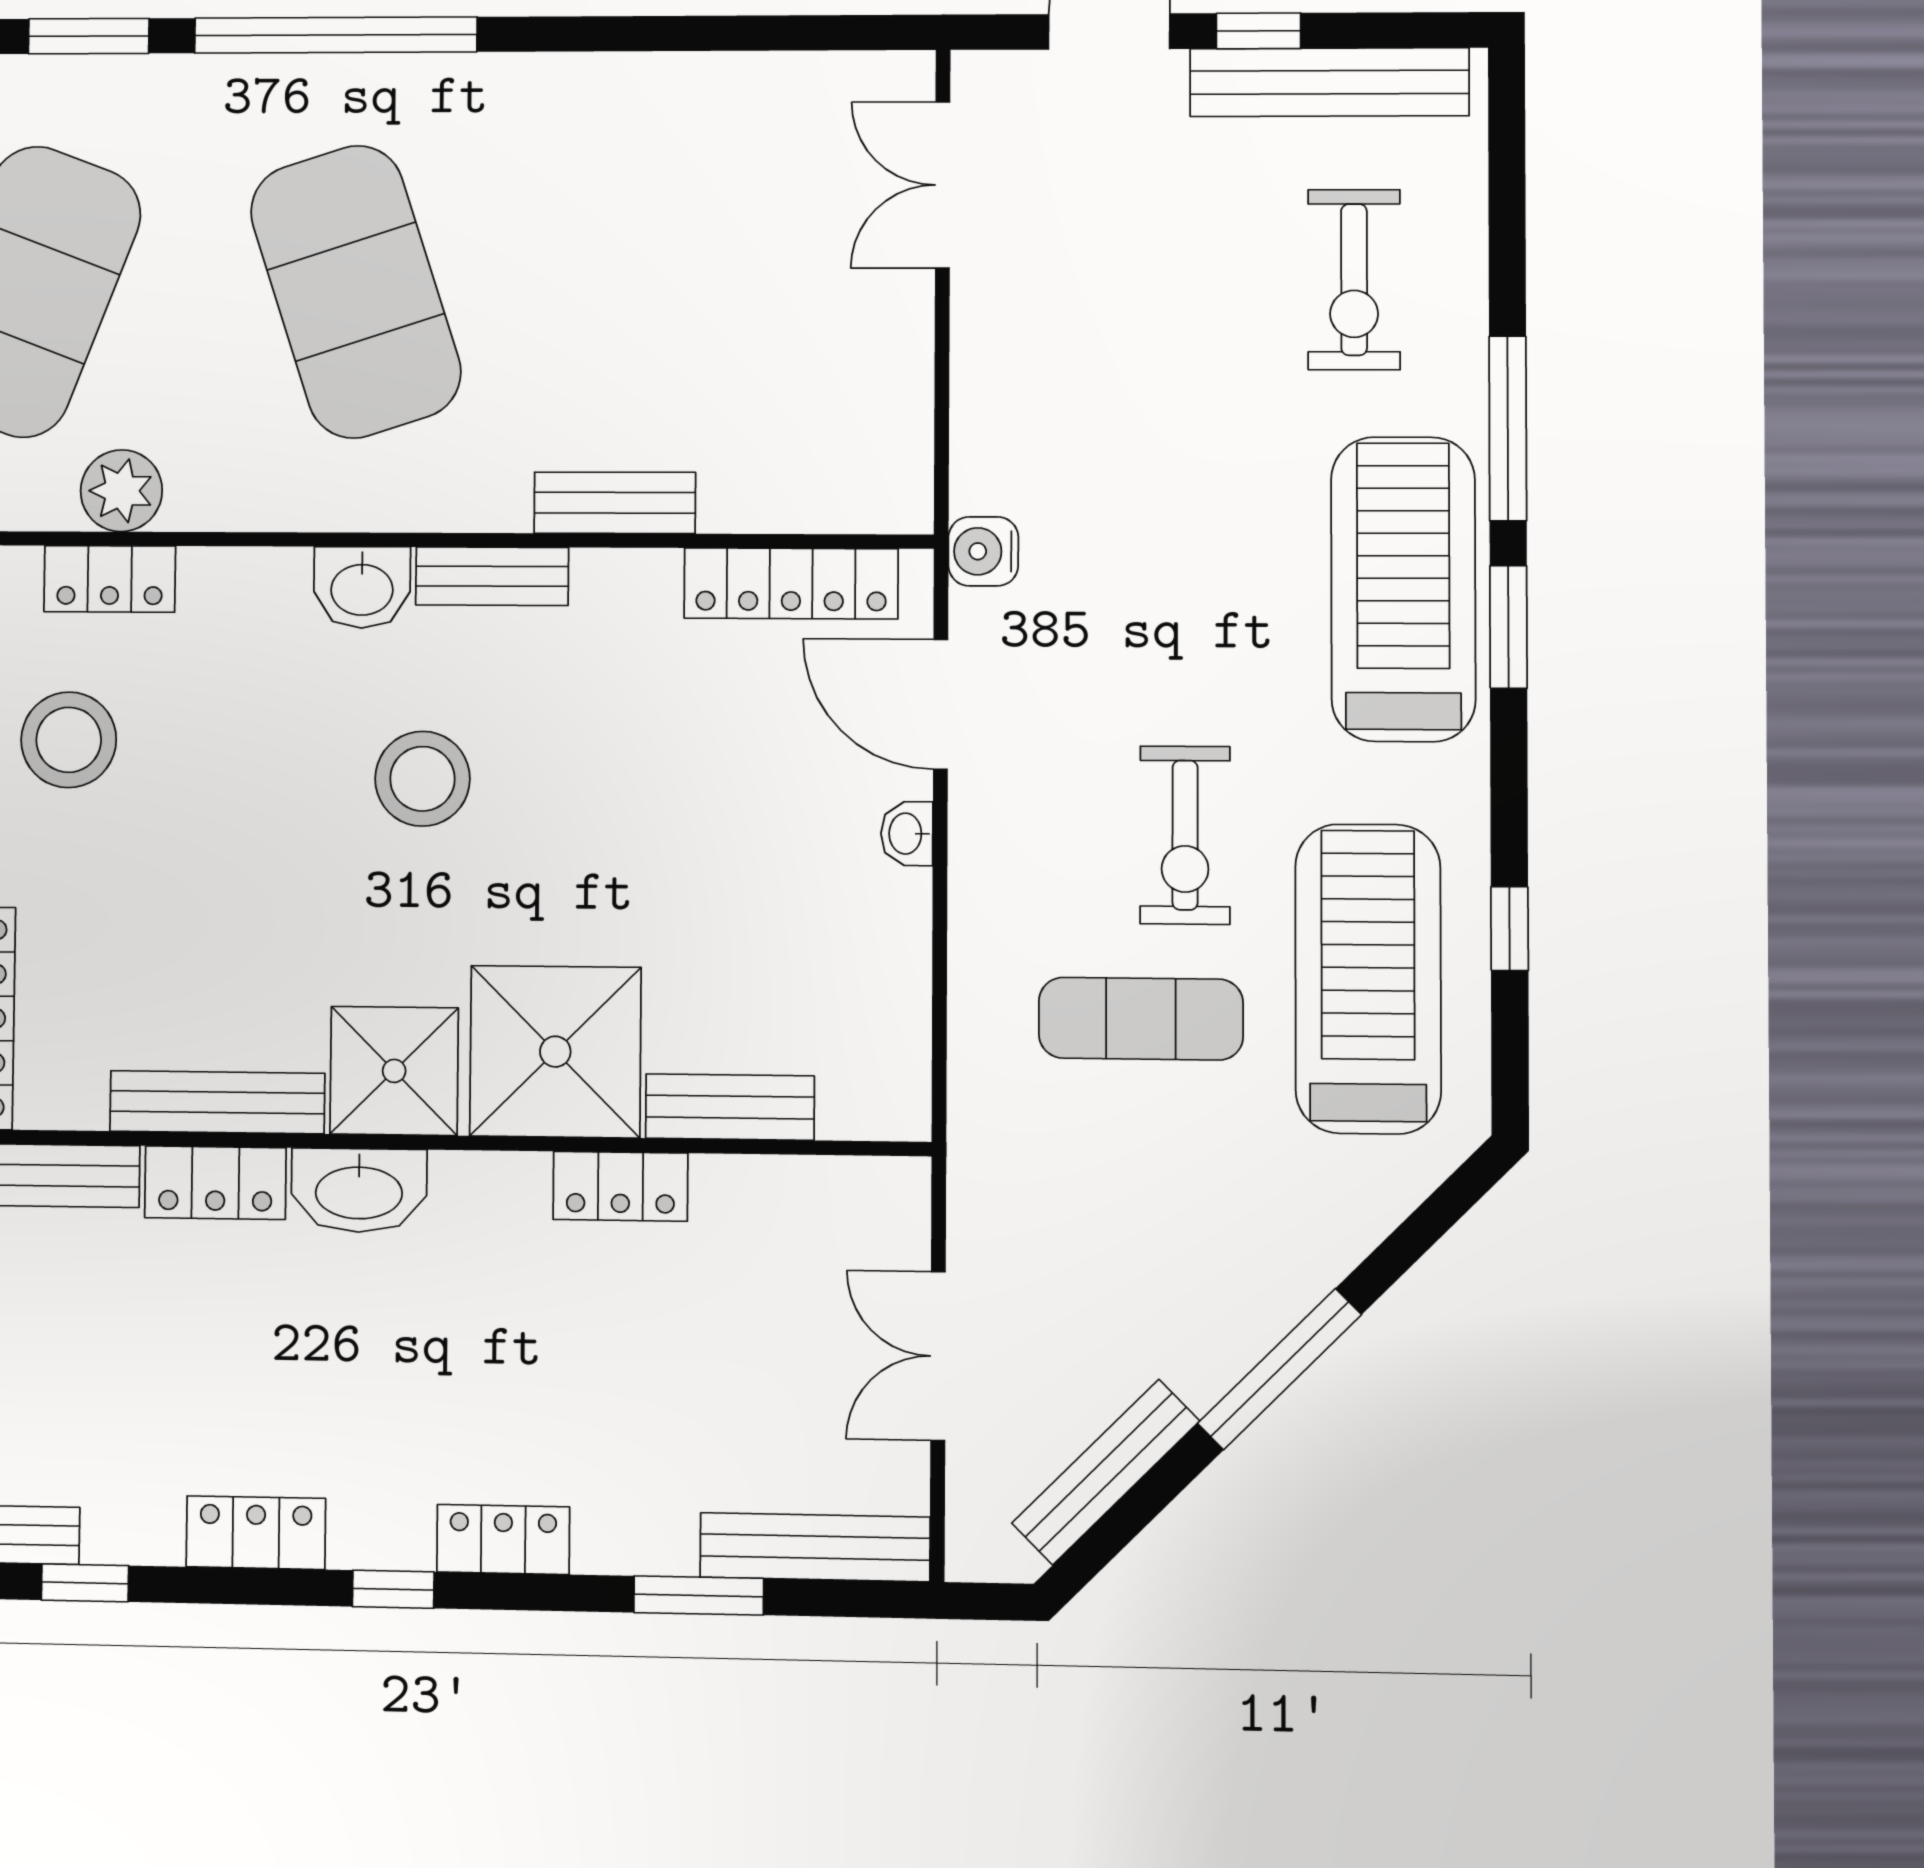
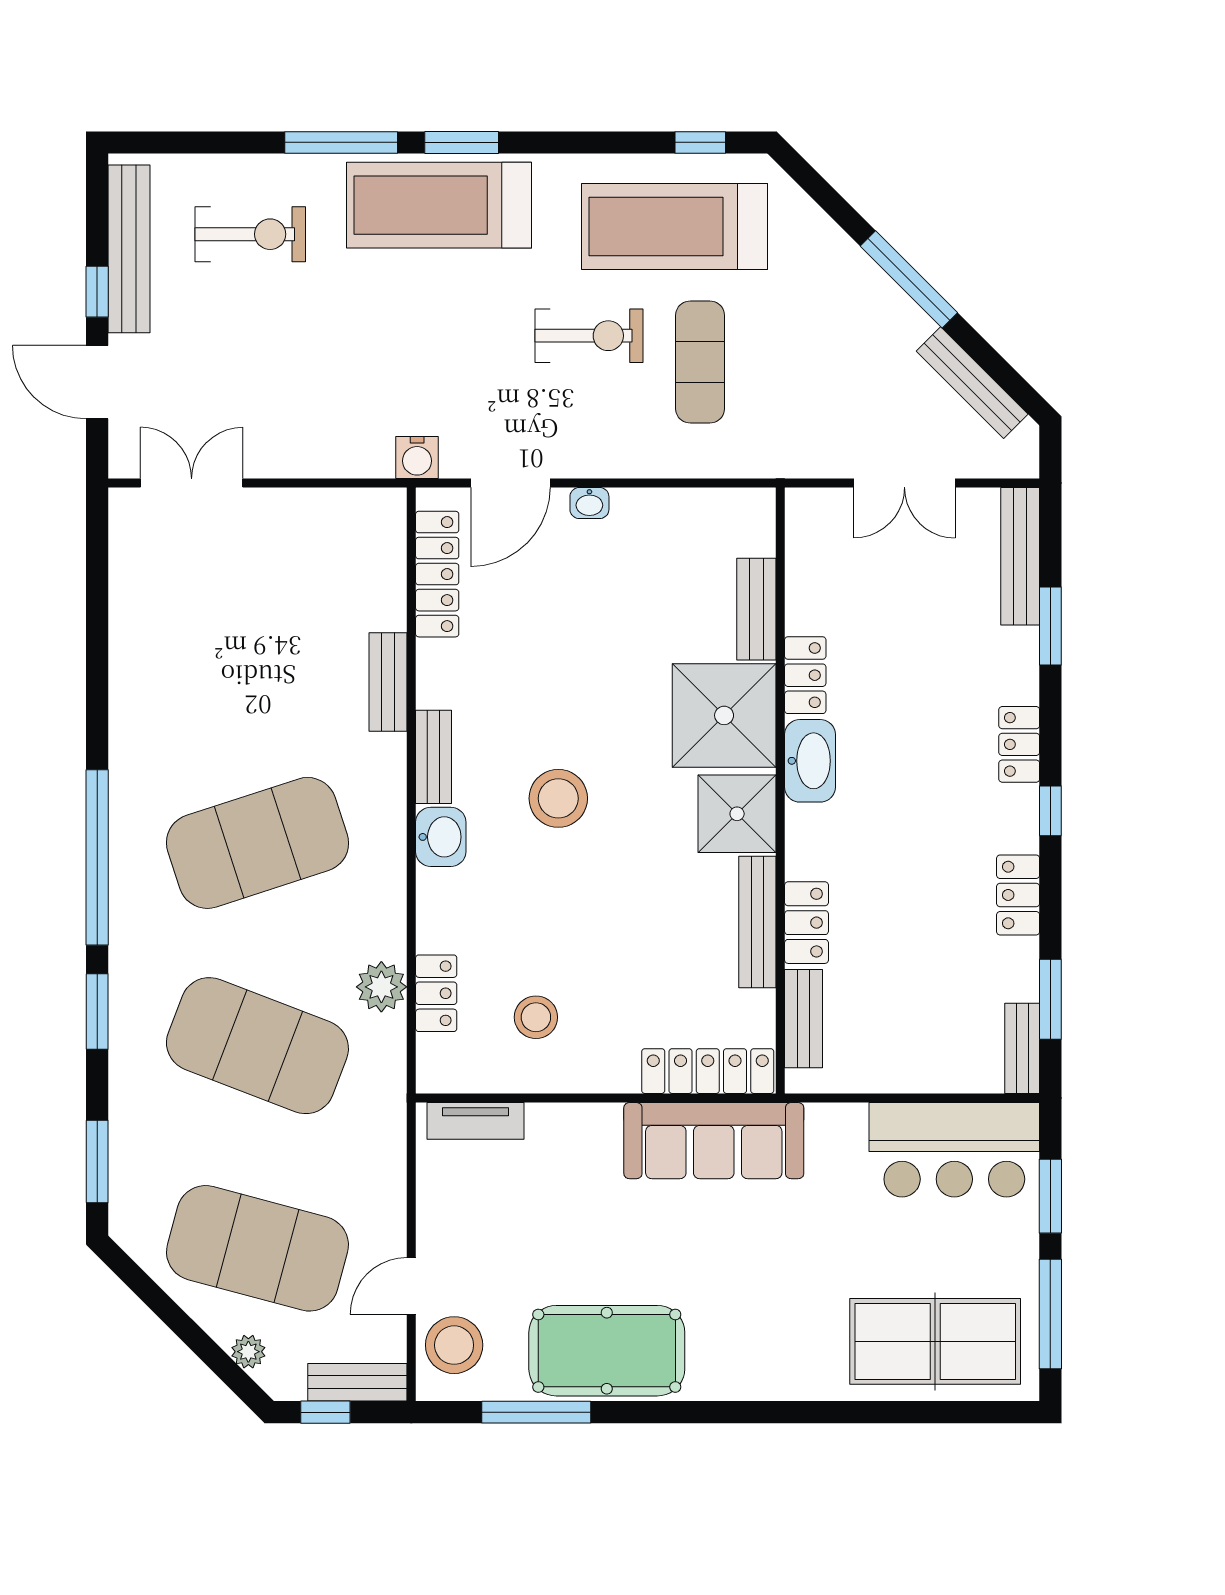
double door: (943, 185) -> (192, 483), swing flipped
stool: (69, 740) -> (536, 1017), width x0.73, depth x0.73
window: (1510, 929) -> (700, 142), moved
washbasin: (359, 1190) -> (810, 761), moved
window: (85, 1583) -> (1050, 999), width x1.50

